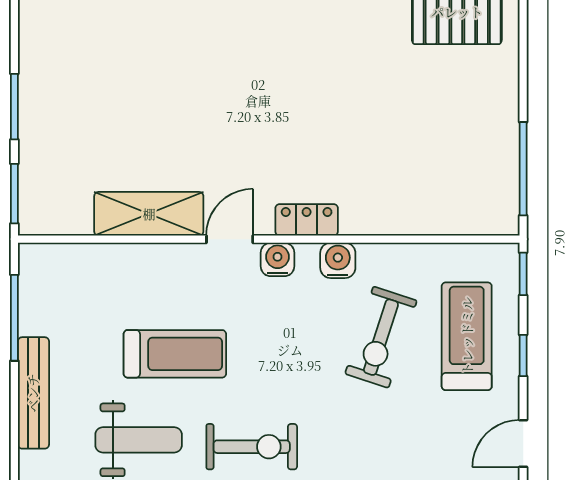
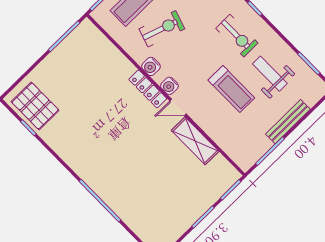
locker: (307, 220) -> (148, 89), width x1.53
treadmill: (175, 354) -> (231, 89), turned 180
exercise bike: (252, 447) -> (237, 36), turned 180

